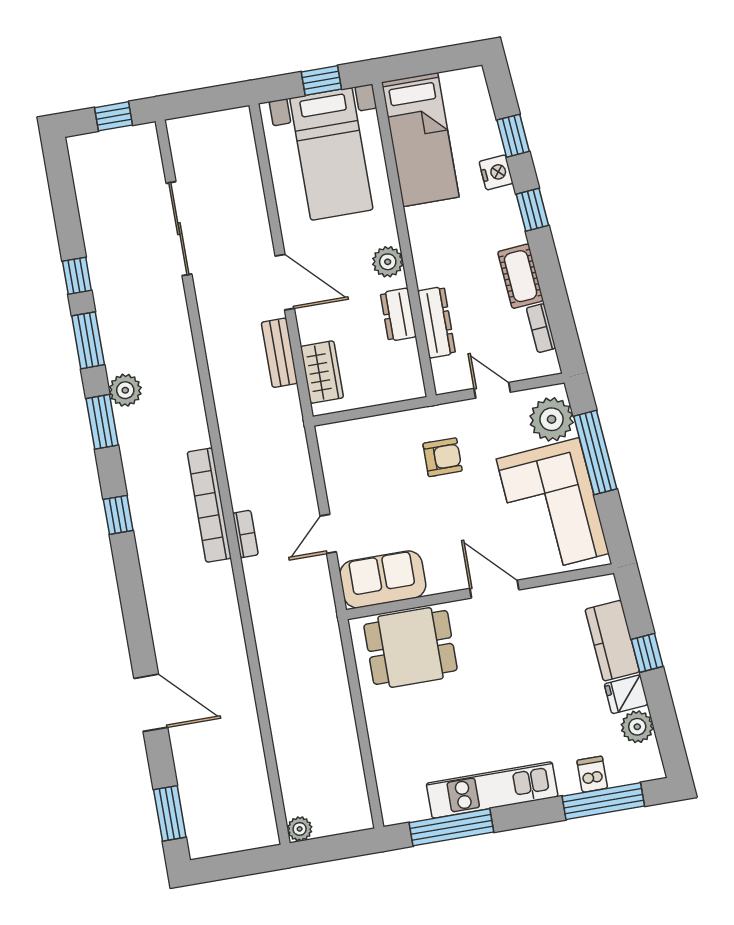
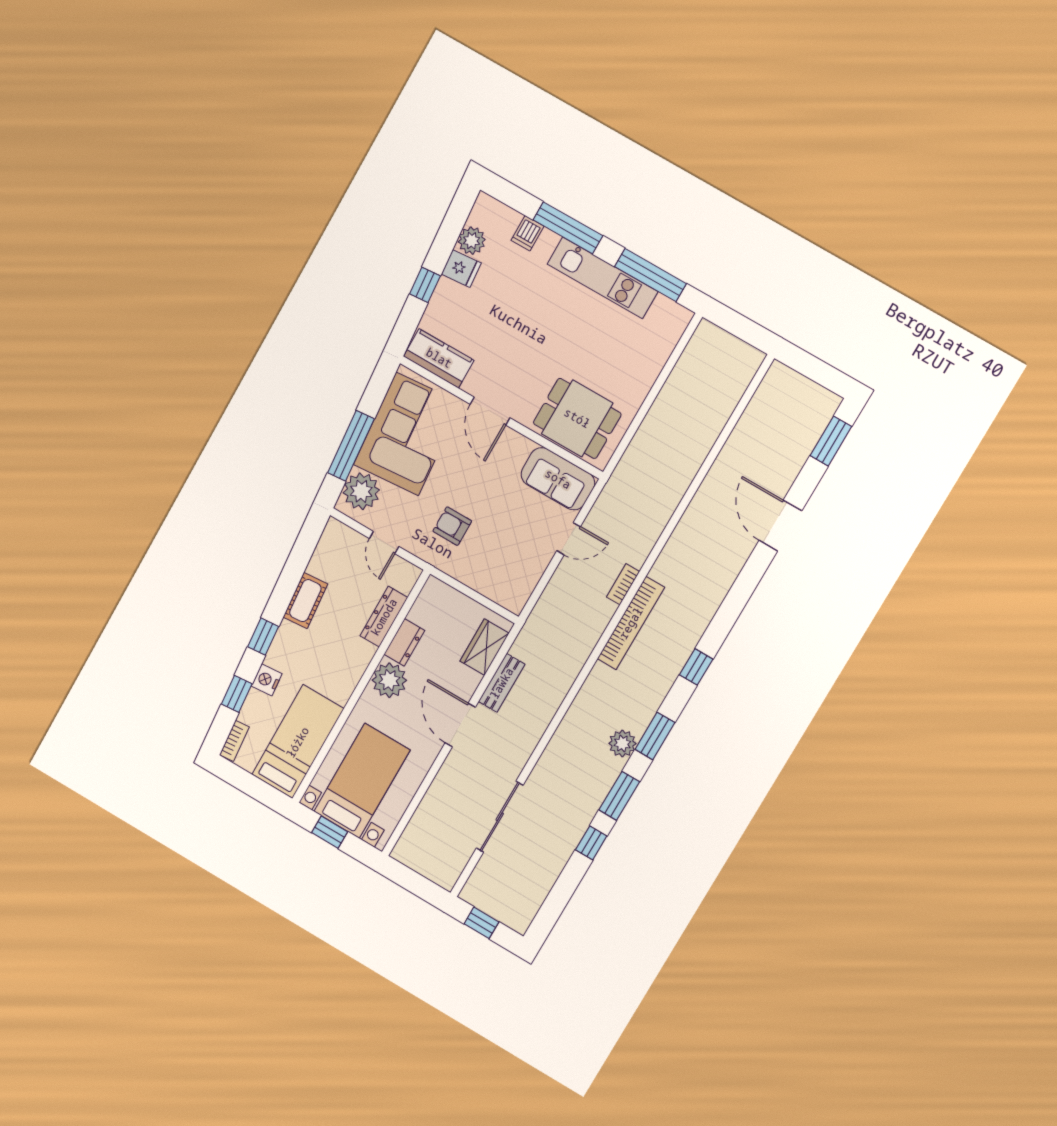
plant: (388, 262) -> (389, 680), width x1.36, depth x1.36
bookcase: (541, 328) -> (234, 741), moved
kitchen counter: (612, 641) -> (439, 358), moved, turned -85
window: (603, 801) -> (568, 228), moved
plant: (300, 829) -> (753, 358), removed

